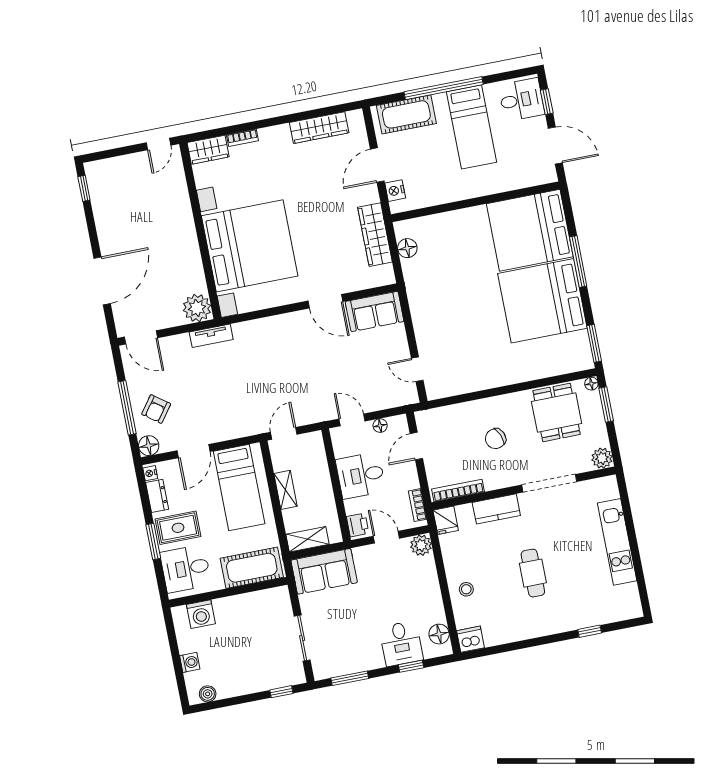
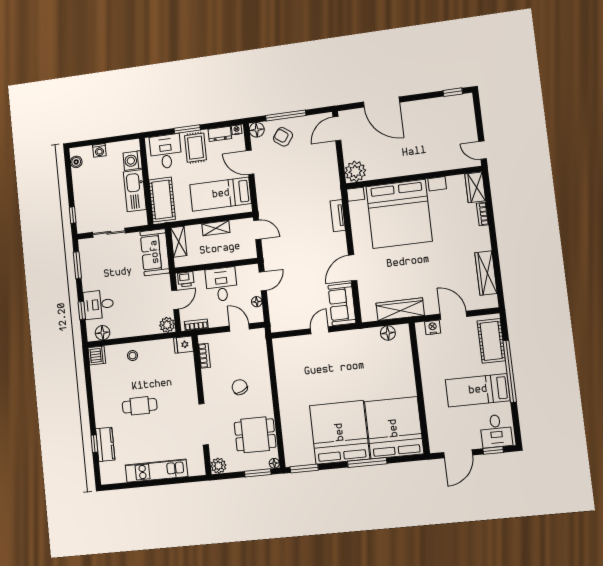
tv unit: (211, 336) -> (338, 216), moved
door: (417, 369) -> (320, 330), moved
bookcase: (458, 490) -> (204, 356), width x0.64
kitchen counter: (496, 509) -> (105, 444), moved, turned 180
kitchen sink: (242, 607) -> (135, 191), added

